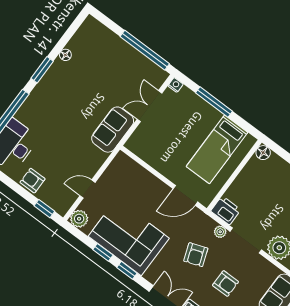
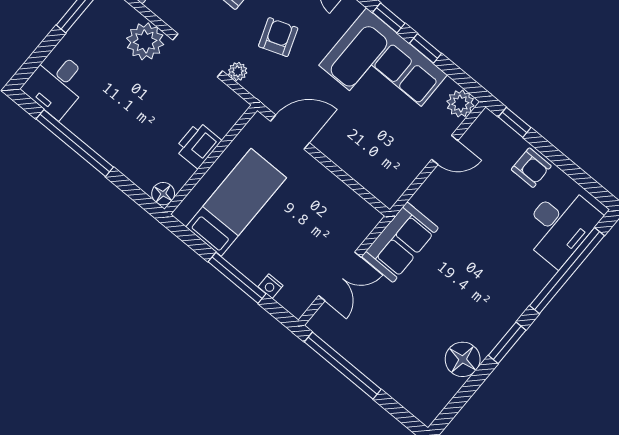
floor lamp: (65, 55) -> (463, 359), width x1.89, depth x1.89
nightstand: (175, 85) -> (270, 286), moved
printer: (226, 210) -> (198, 145), moved, turned 90

